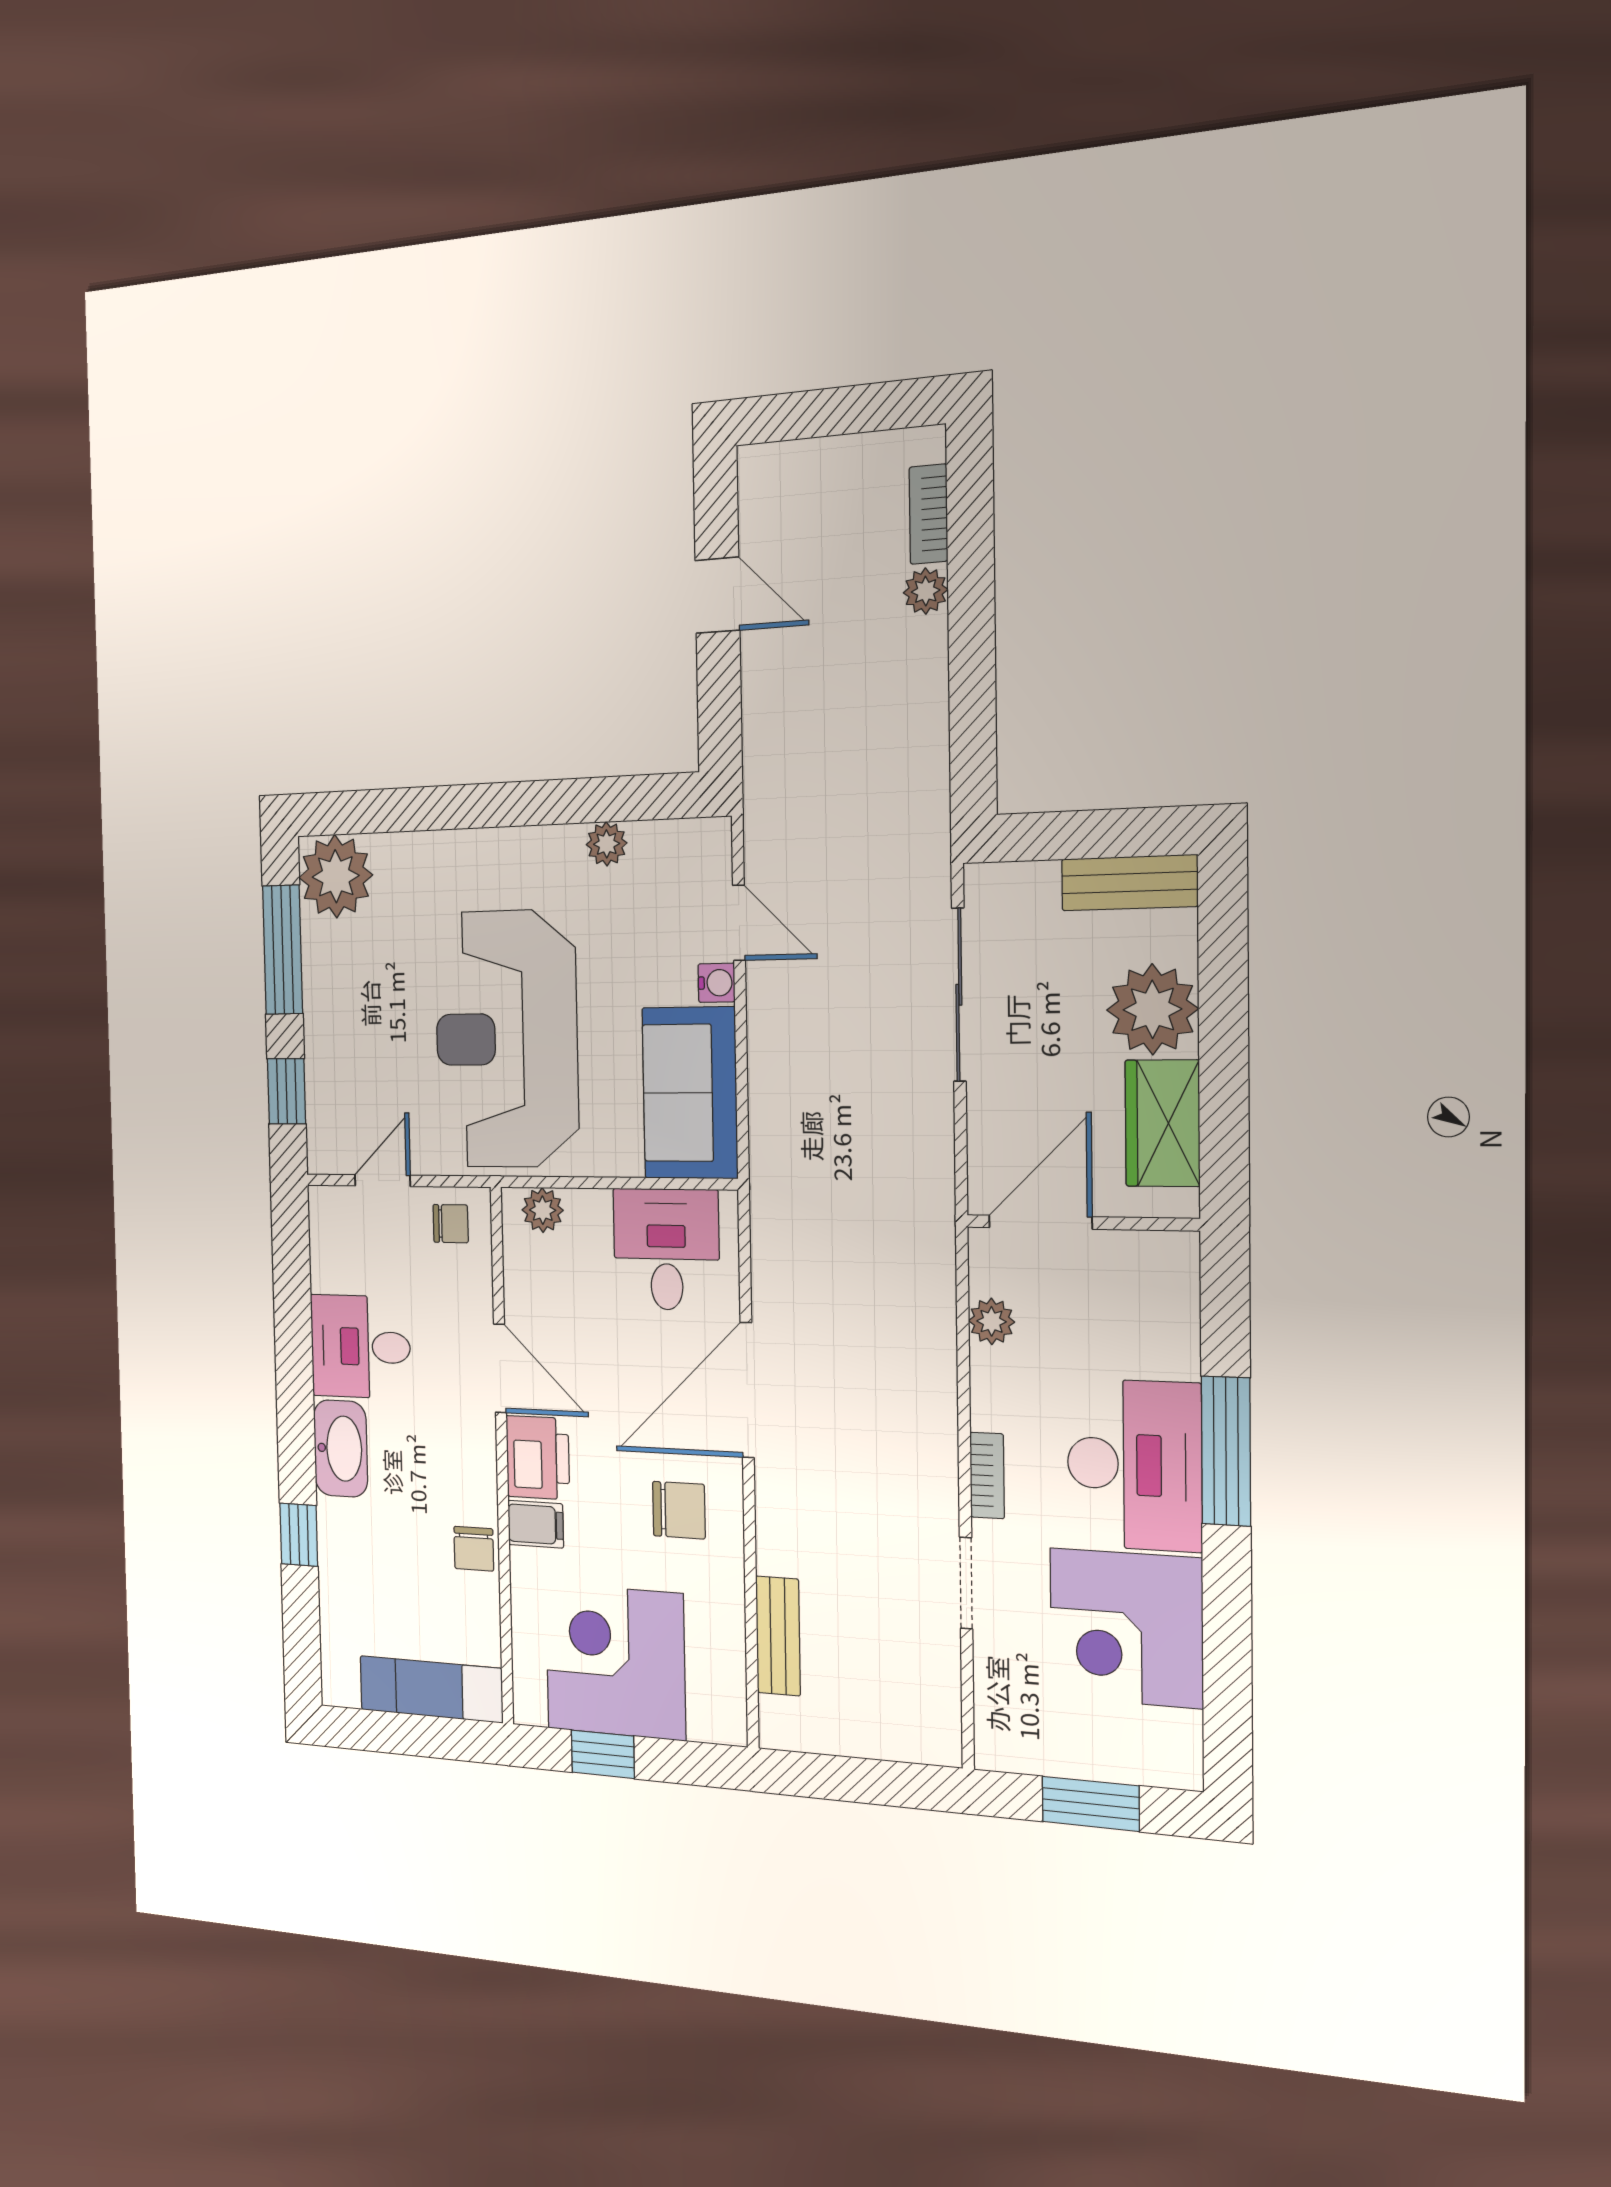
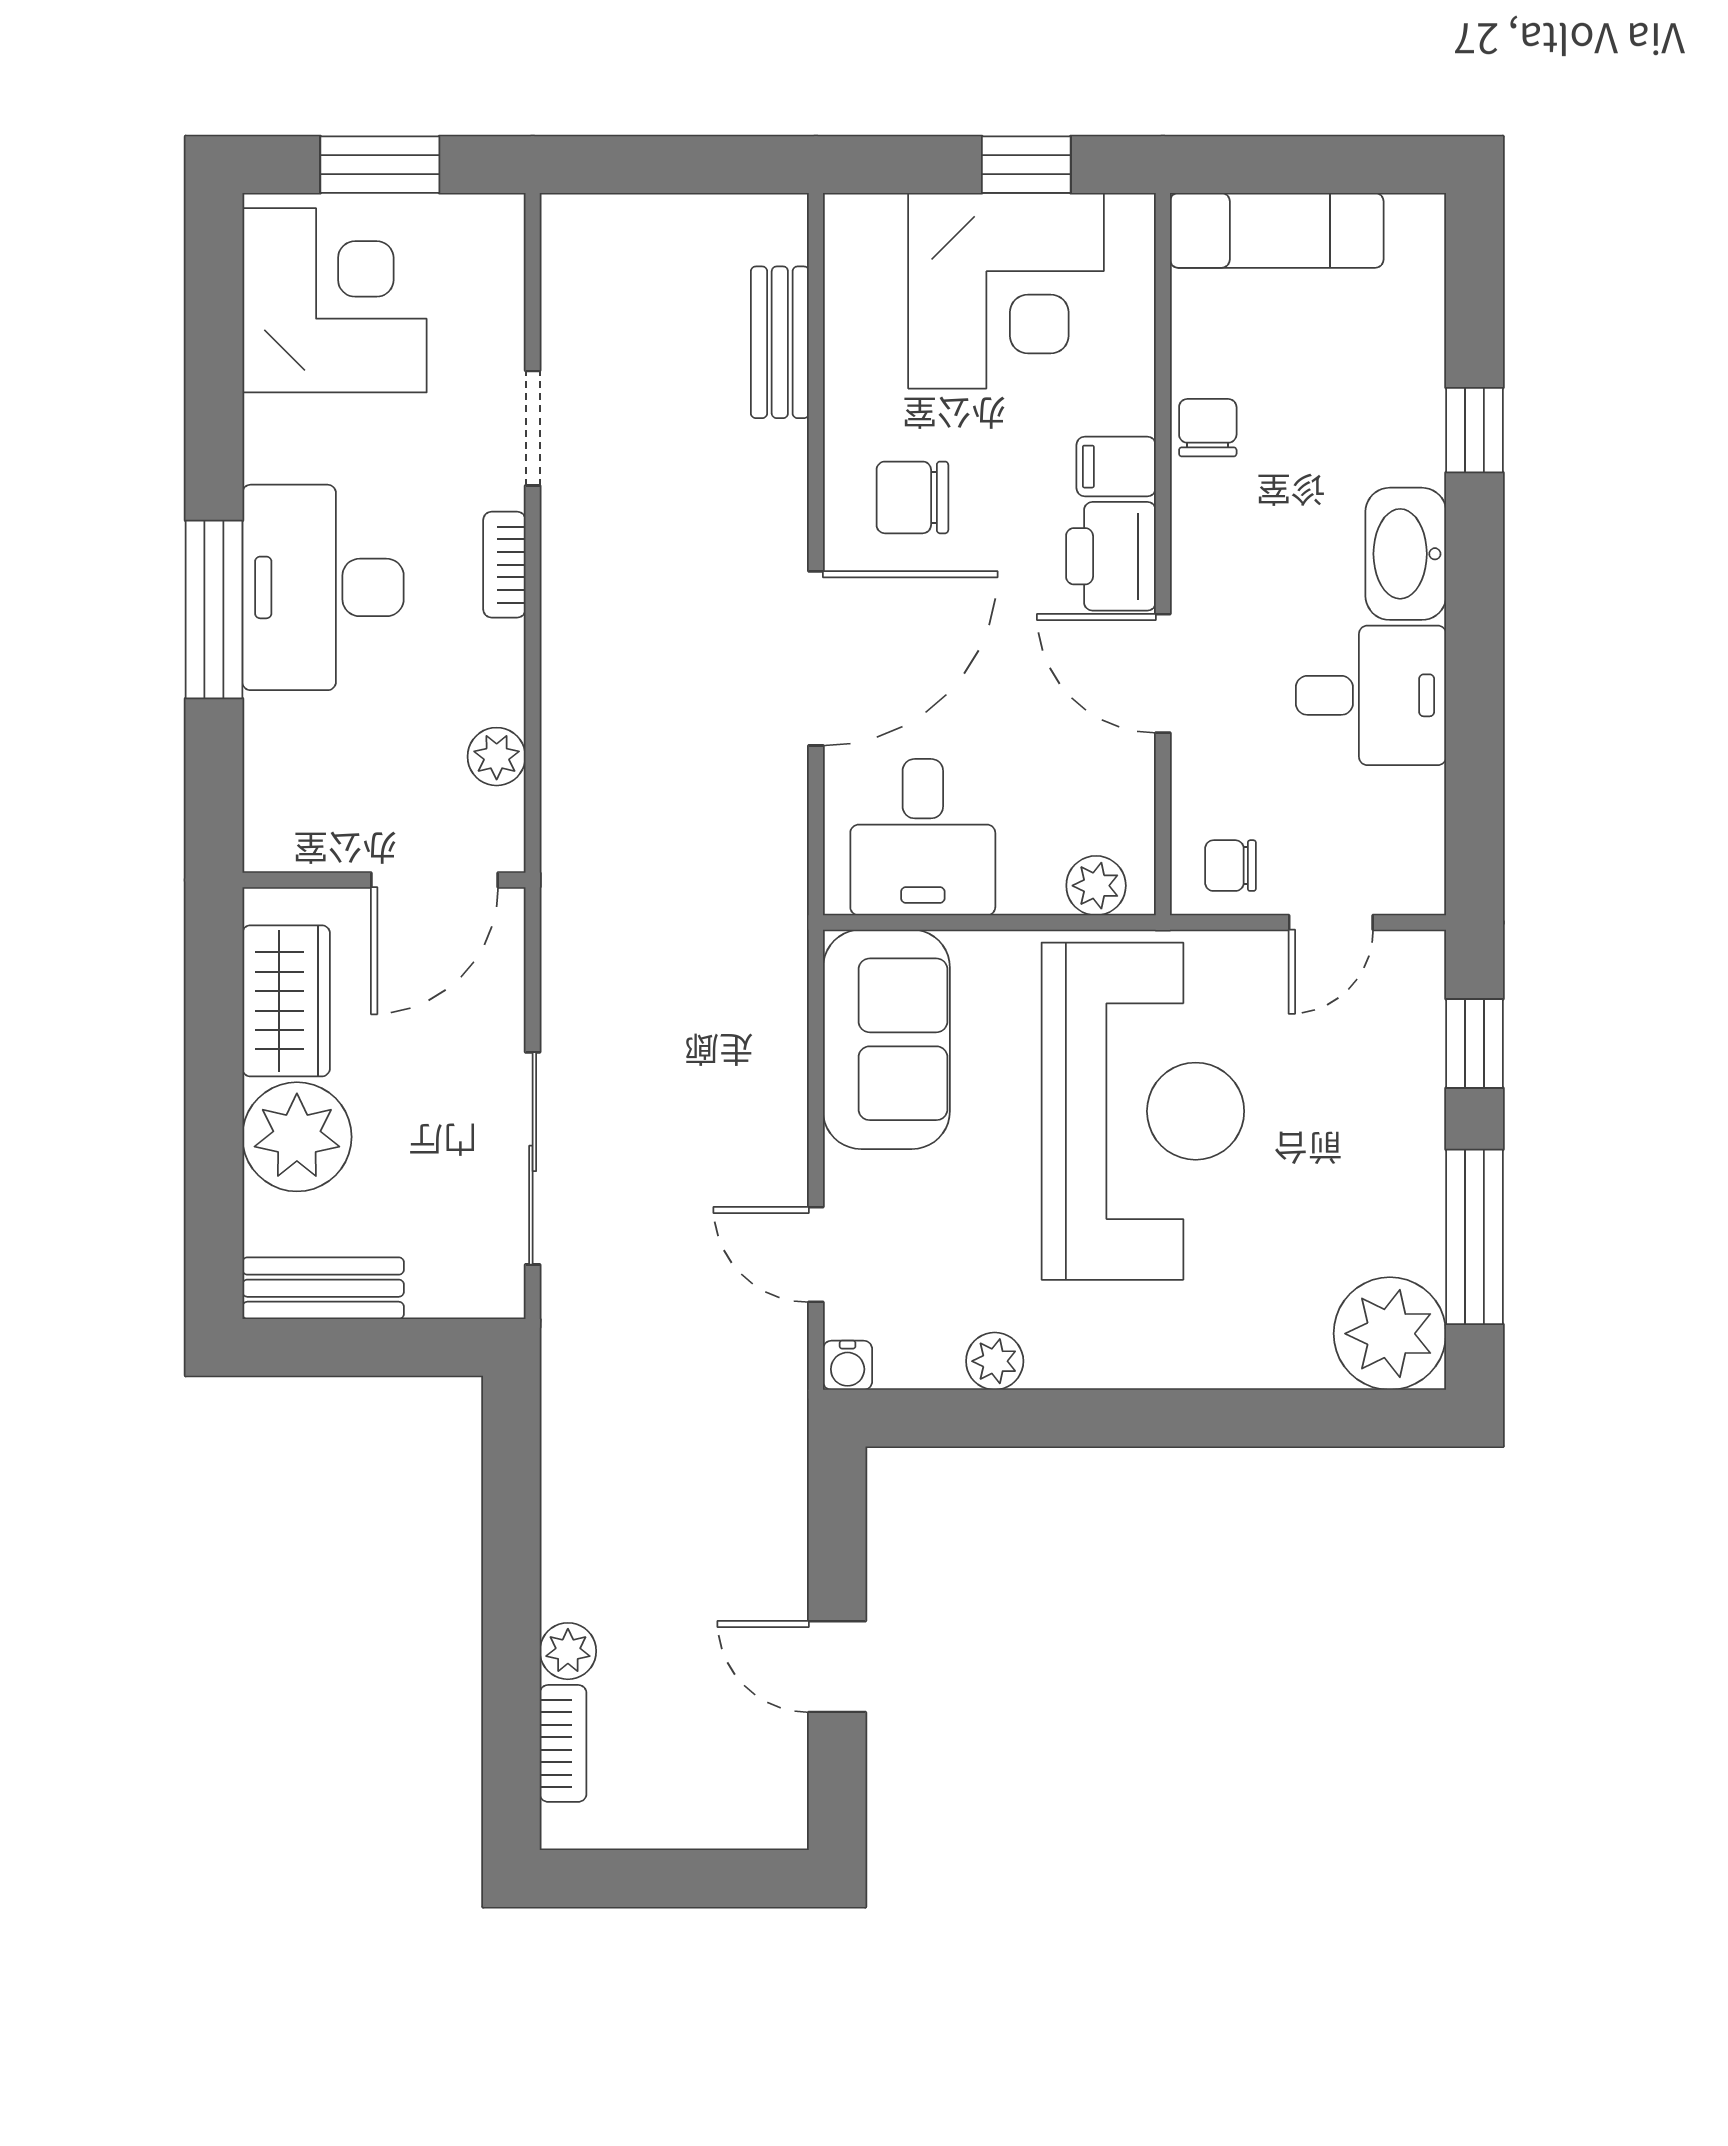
water cooler: (717, 983) -> (848, 1365), moved, turned -90
corner desk: (1126, 1628) -> (334, 300), moved

